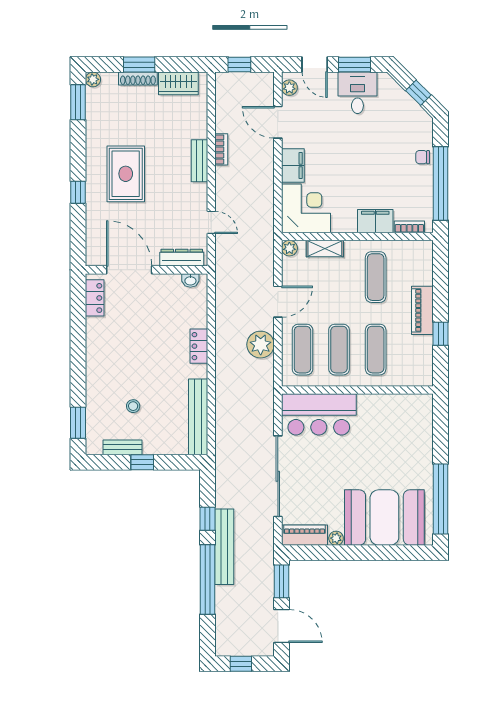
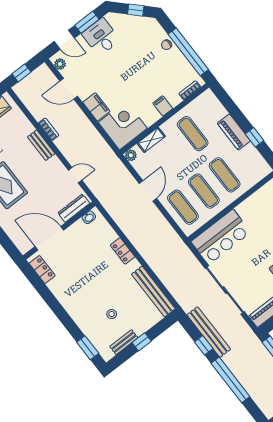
filing cabinet: (375, 221) -> (163, 106), width x0.50
plant: (261, 345) -> (157, 223), removed
bench: (224, 547) -> (209, 332), moved

